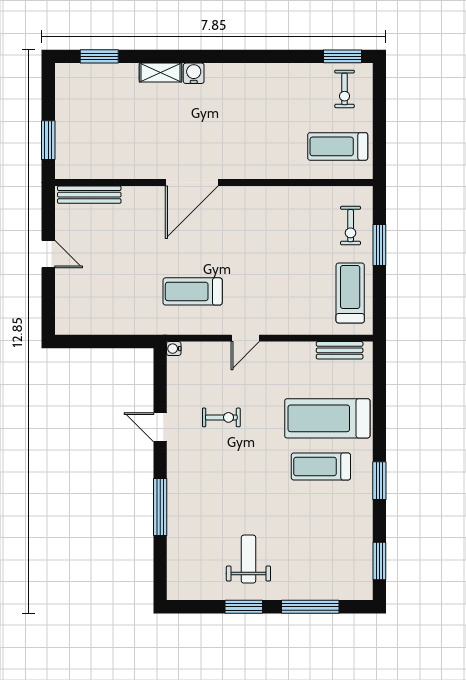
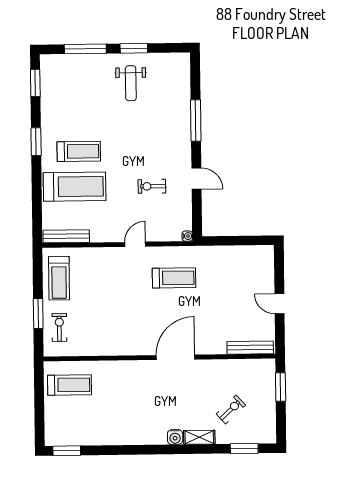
exercise bike: (345, 89) -> (231, 410), moved, turned 47
bench: (340, 350) -> (66, 236), width x1.36

